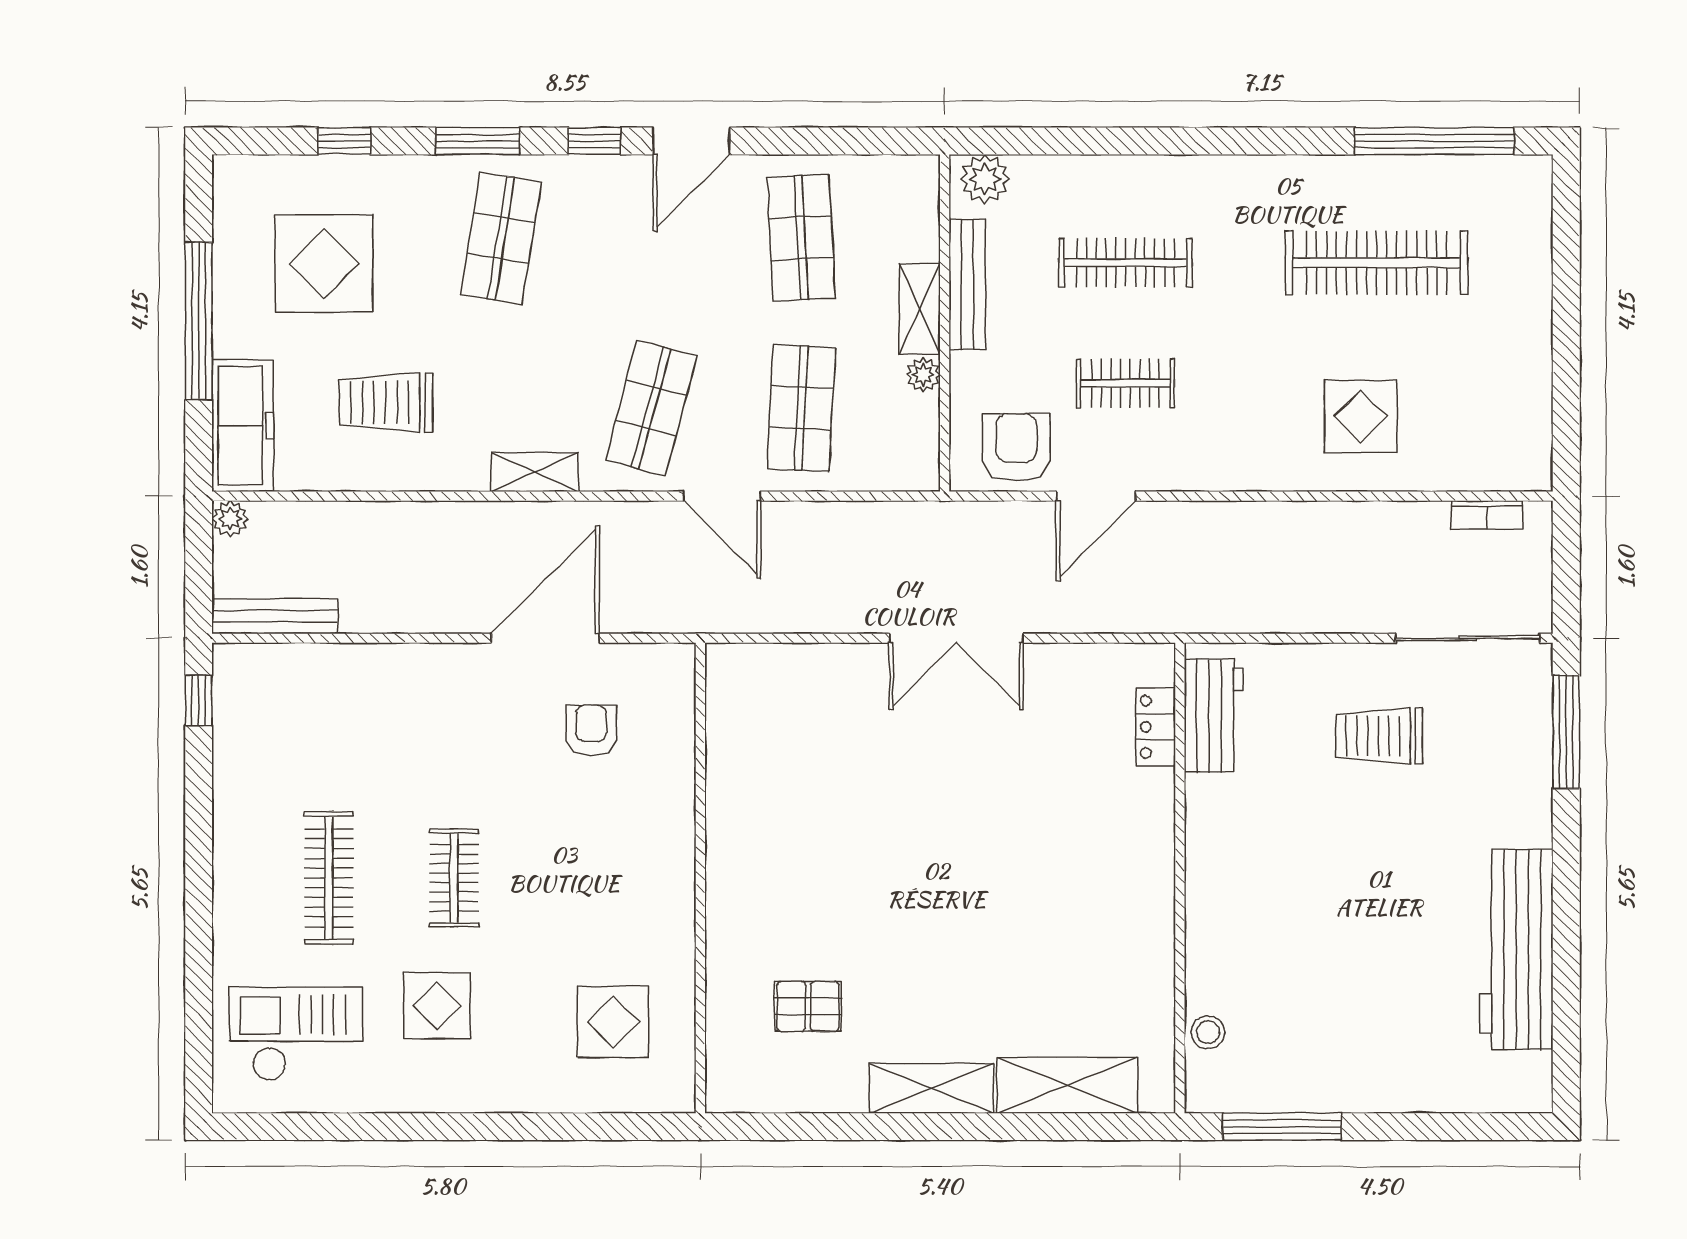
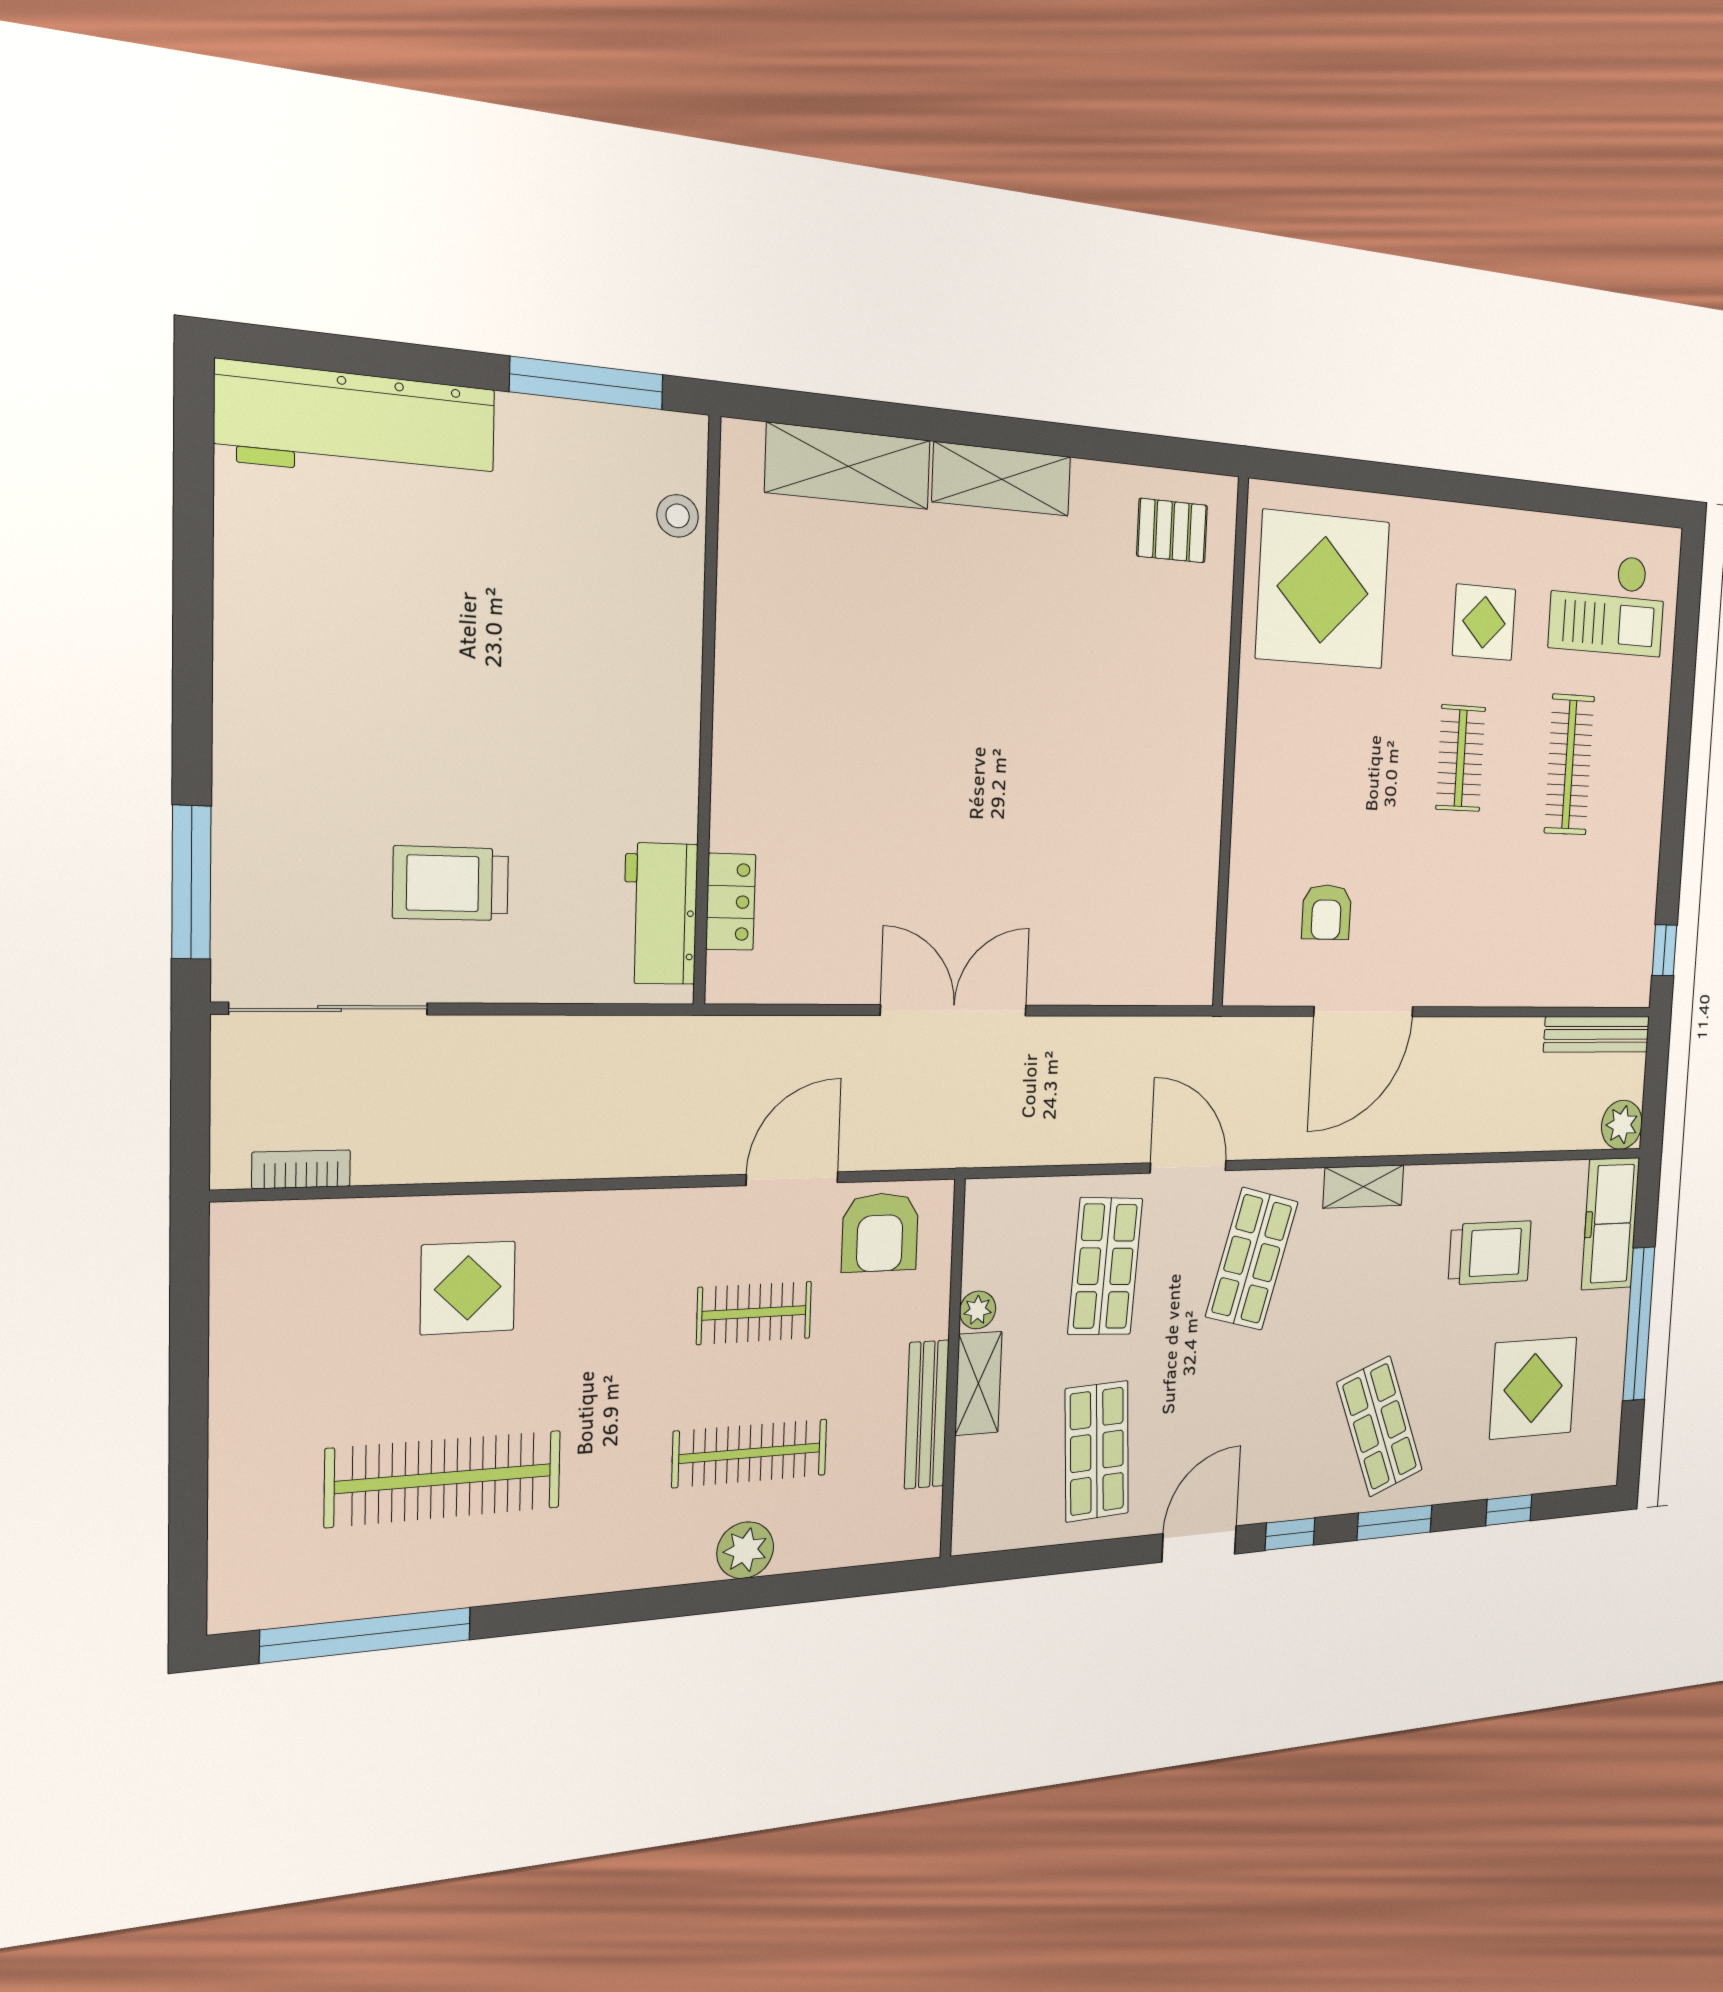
plant: (985, 179) -> (745, 1550), moved
shop shelf: (501, 238) -> (1380, 1426), turned -30
plant: (230, 519) -> (1622, 1125), width x1.38, depth x1.38
trolley: (1379, 736) -> (451, 884), turned 180
workbench: (1516, 949) -> (357, 424), moved, turned 90
pallet: (808, 1006) -> (1172, 531), moved
display table: (613, 1022) -> (1323, 590), width x1.86, depth x1.86

